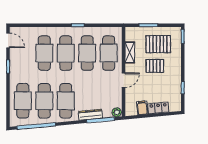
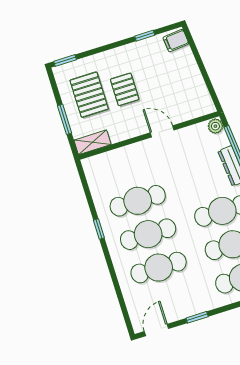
shelving: (130, 52) -> (93, 142), moved
cafe table: (109, 53) -> (127, 167), removed
filing cabinet: (142, 108) -> (176, 41), moved
locker: (158, 108) -> (188, 64), removed

